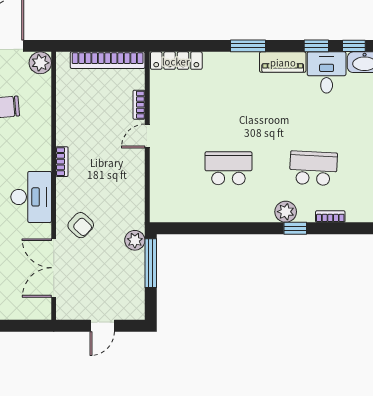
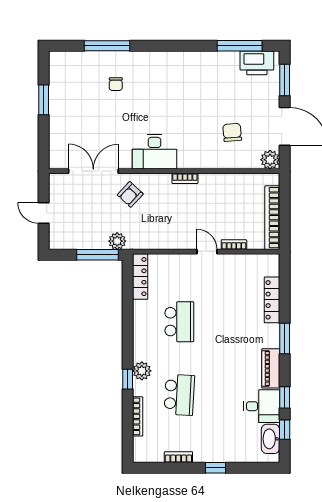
locker: (176, 61) -> (272, 300), moved
locker: (176, 214) -> (140, 277), added
bookcase: (330, 217) -> (138, 416), width x1.56

